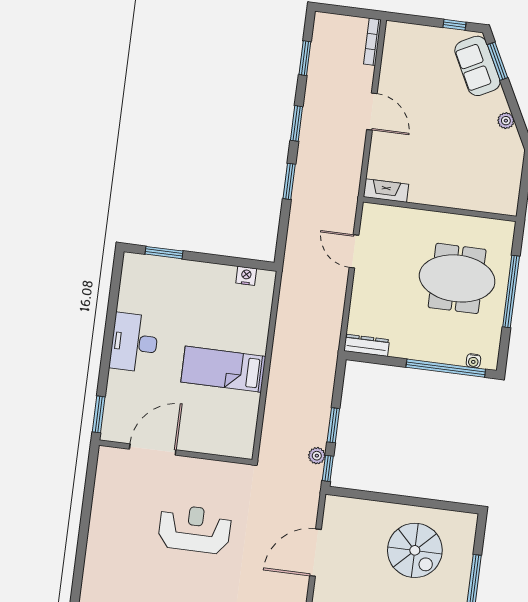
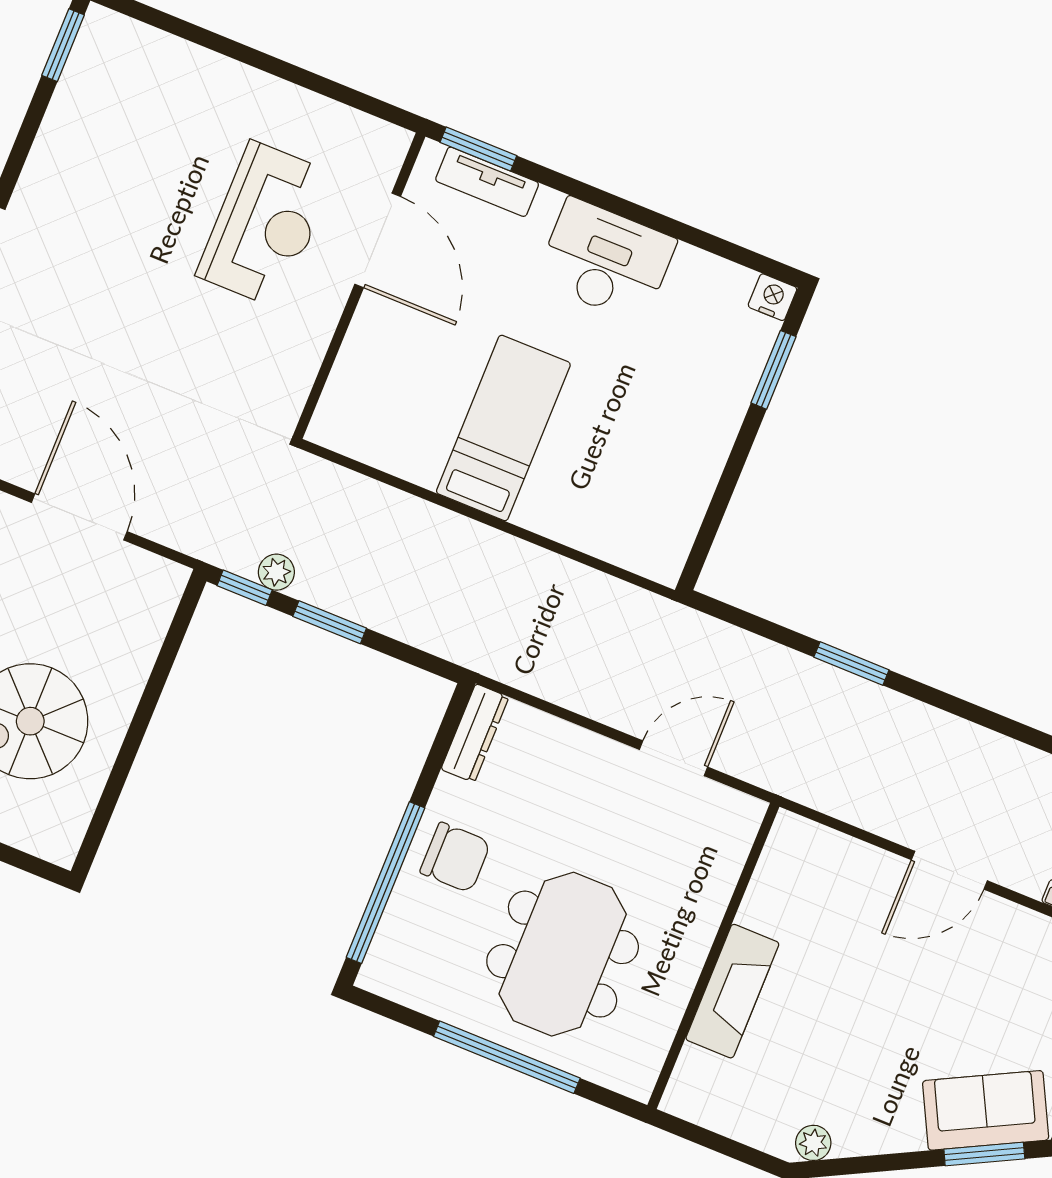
plant: (506, 121) -> (813, 1143), moved
window: (297, 123) -> (966, 710), removed
fireplace: (386, 191) -> (732, 991), moved, width x1.37, depth x1.32
nightstand: (246, 276) -> (772, 297), moved, turned -90
chair: (426, 339) -> (455, 857), added
water cooler: (473, 361) -> (386, 943), removed
tv unit: (113, 406) -> (487, 182), added
reception desk: (195, 529) -> (265, 225), moved

